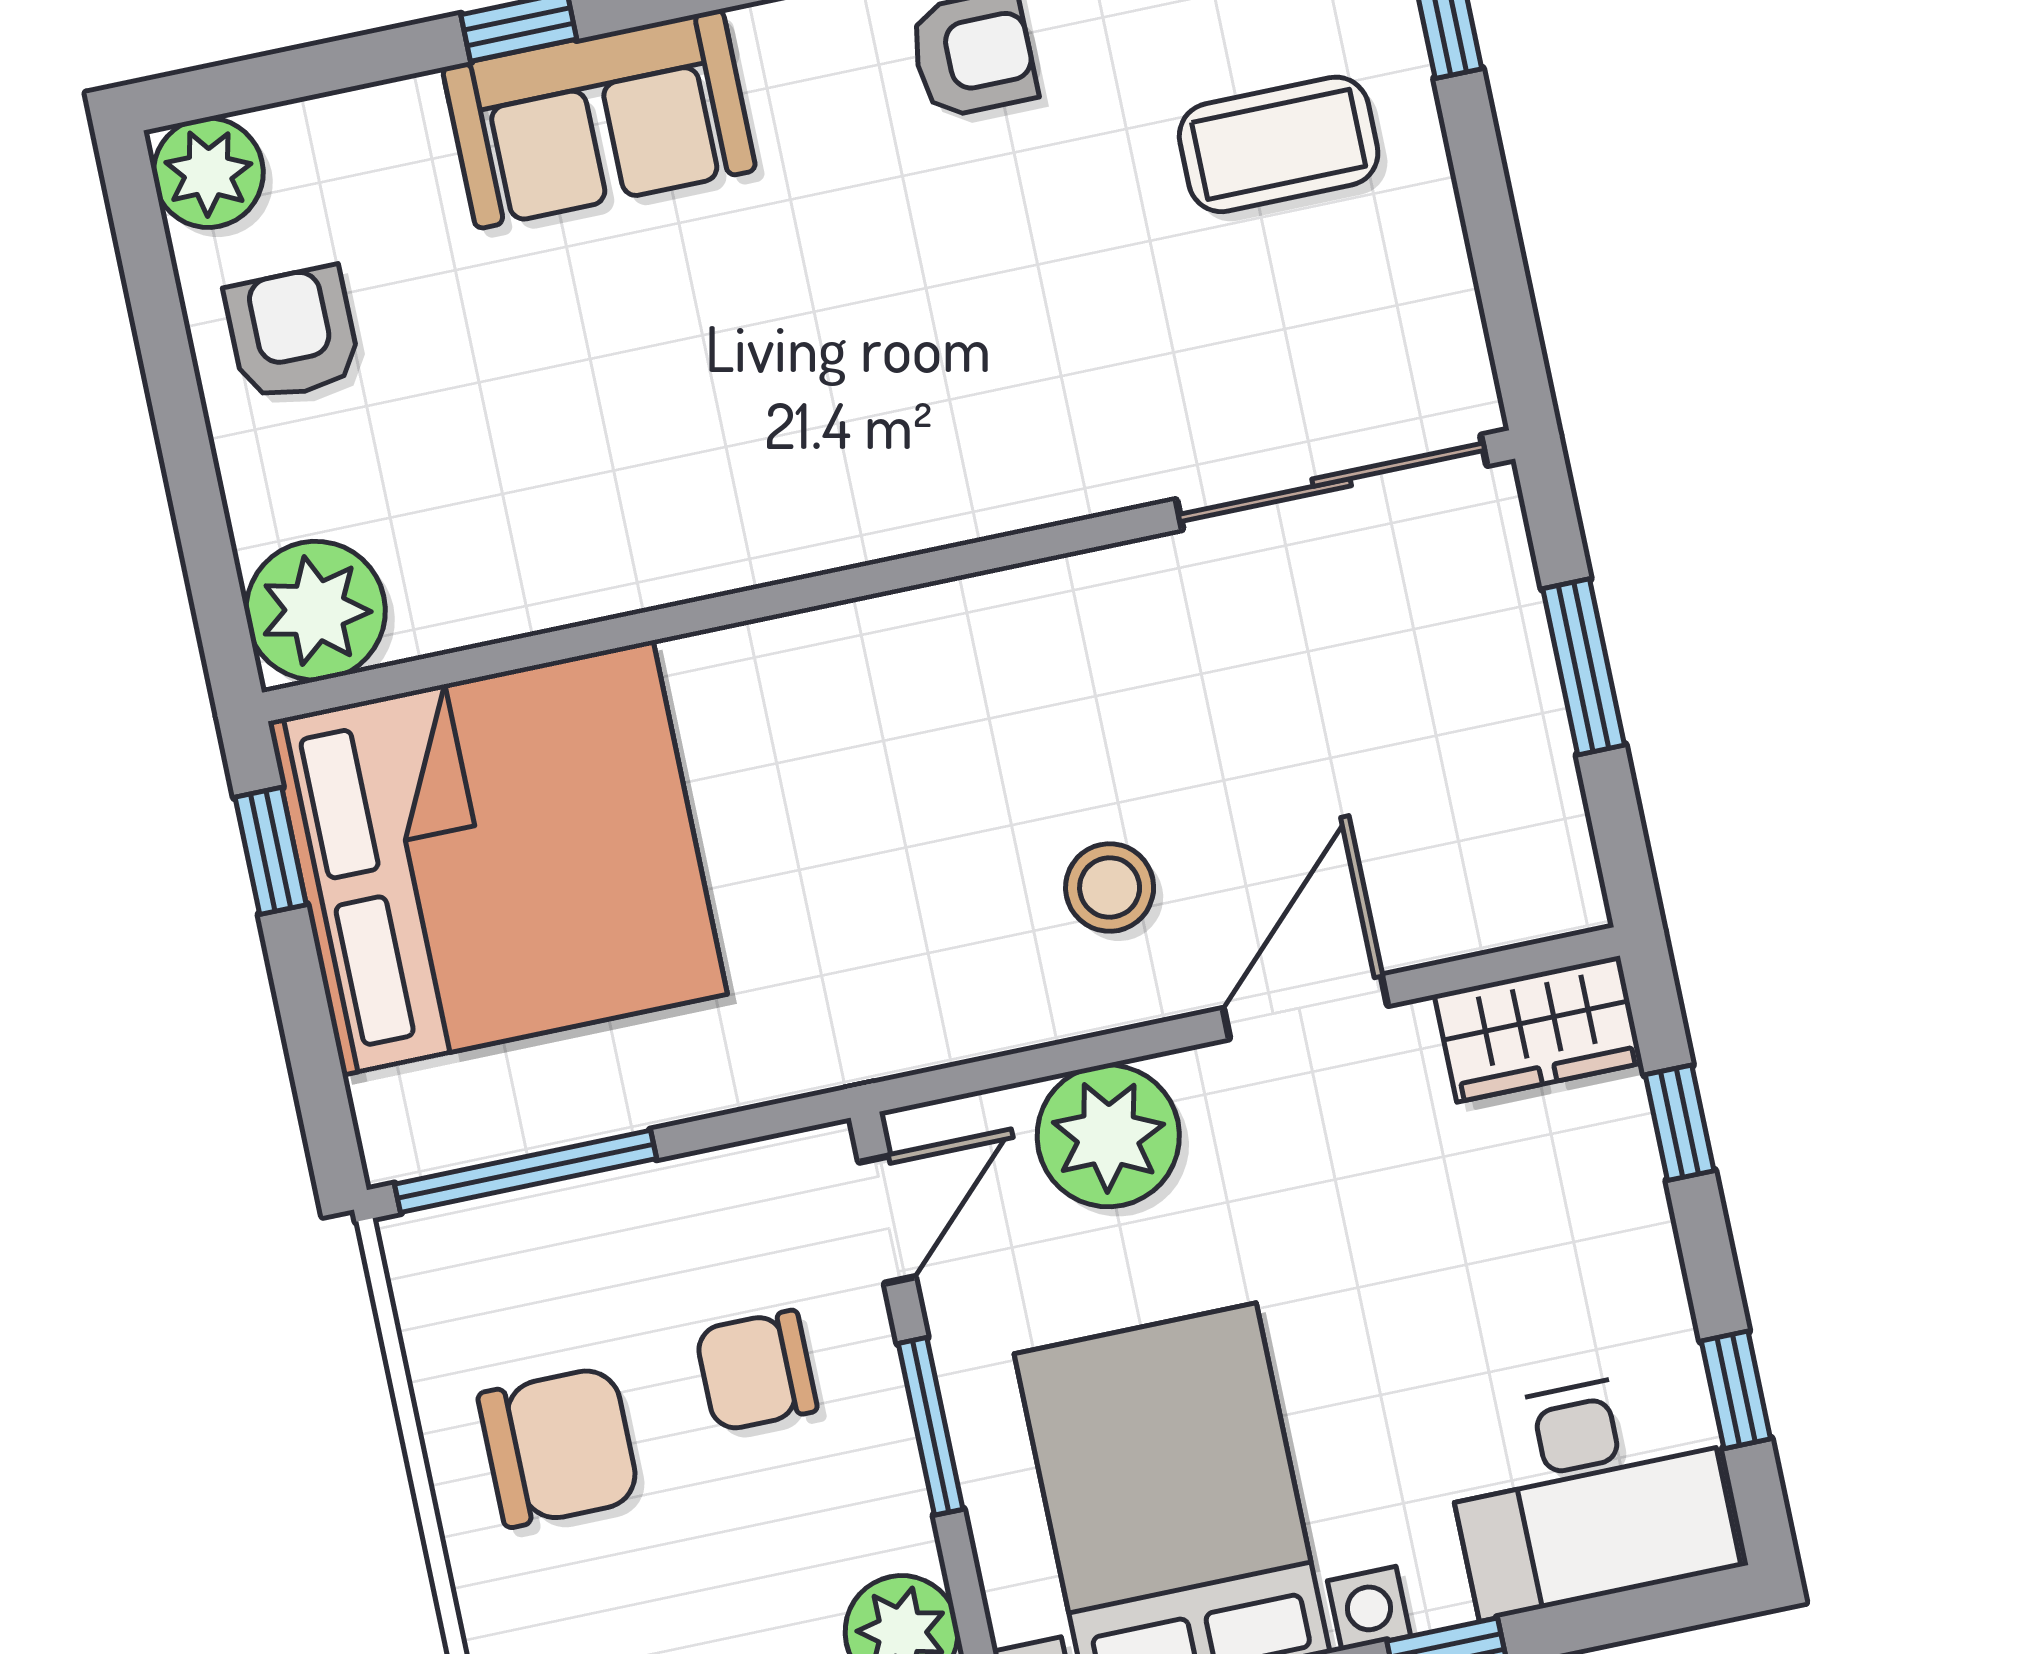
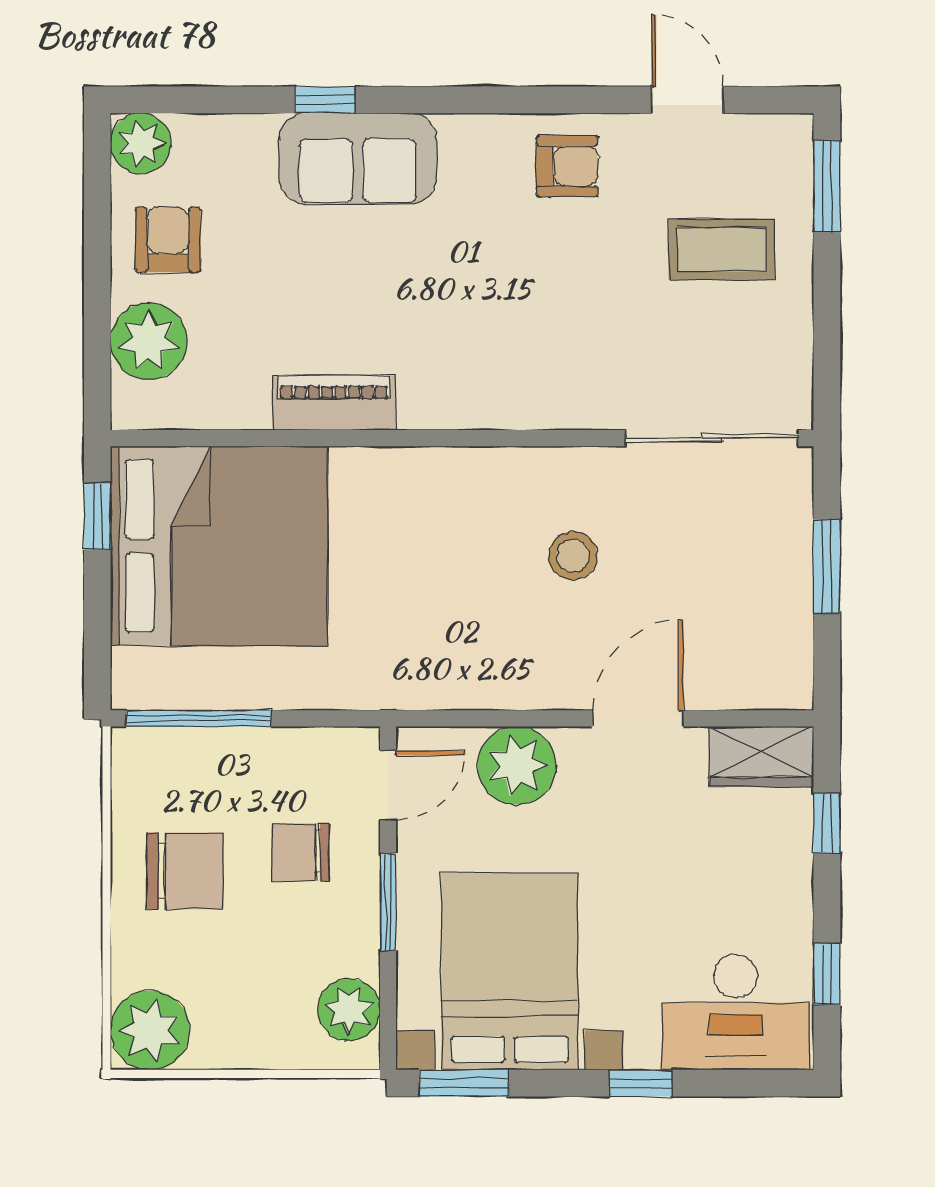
piano: (648, 561) -> (334, 403), added
plant: (316, 611) -> (149, 341), moved
stool: (1110, 888) -> (573, 556), moved

